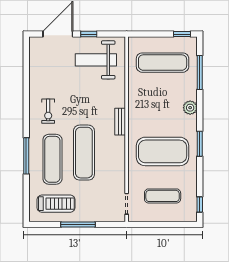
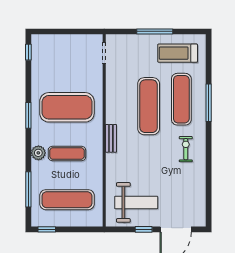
exercise mat: (163, 196) -> (67, 154), moved

